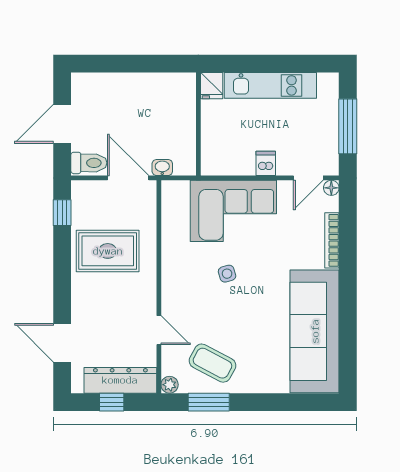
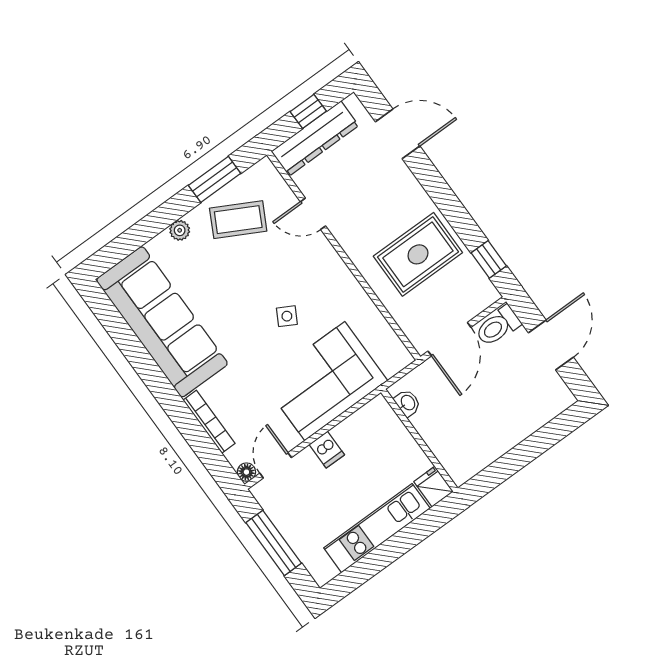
washbasin: (162, 168) -> (408, 403), moved, turned -90
door: (128, 178) -> (449, 339), hinge flipped
side table: (227, 274) -> (287, 316), turned 45
plant: (170, 385) -> (180, 230), moved

